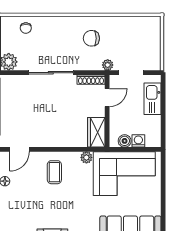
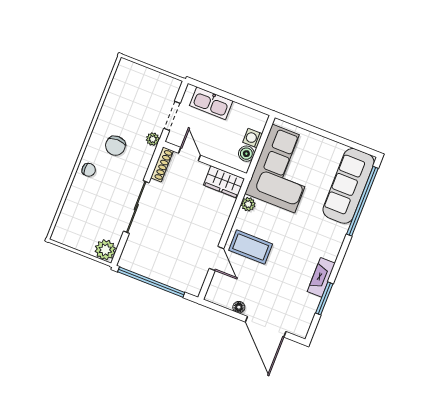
chair: (26, 28) -> (89, 170), moved
door: (19, 149) -> (216, 258), moved
coffee table: (54, 172) -> (251, 247), width x1.36, depth x1.30

